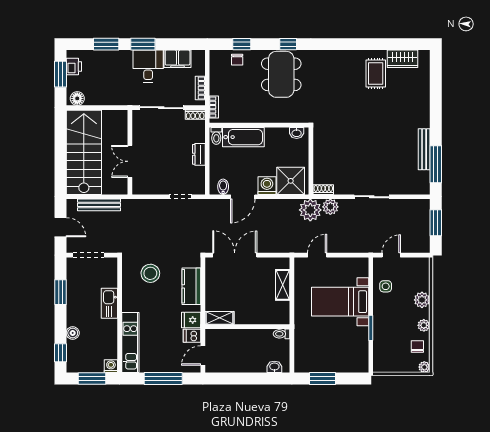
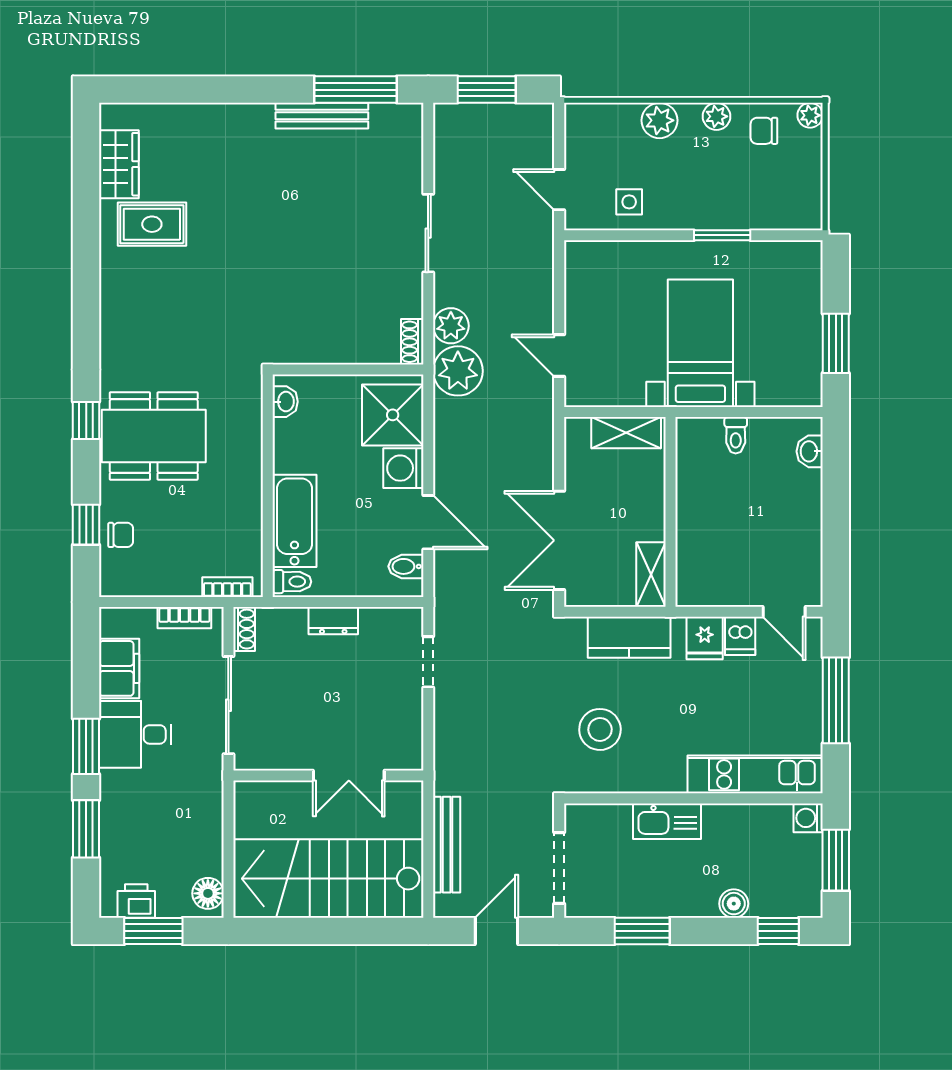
bed with nightstands: (340, 302) -> (700, 343), moved, turned 180
shelving: (219, 318) -> (651, 574), moved
wall: (247, 327) -> (670, 512), moved

